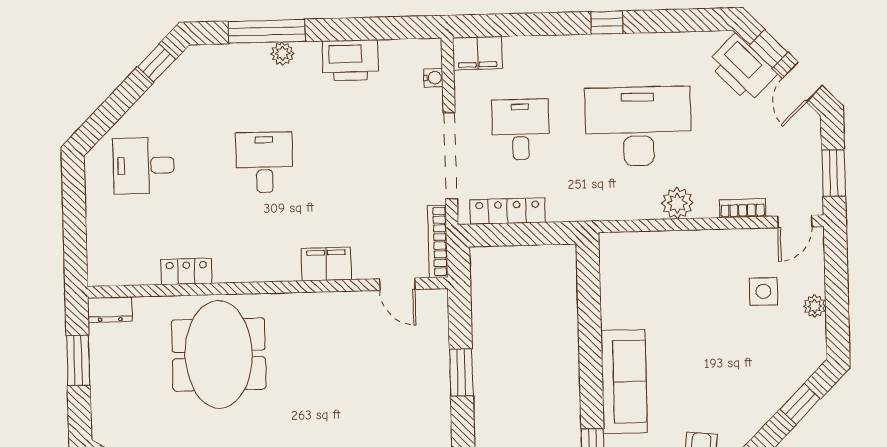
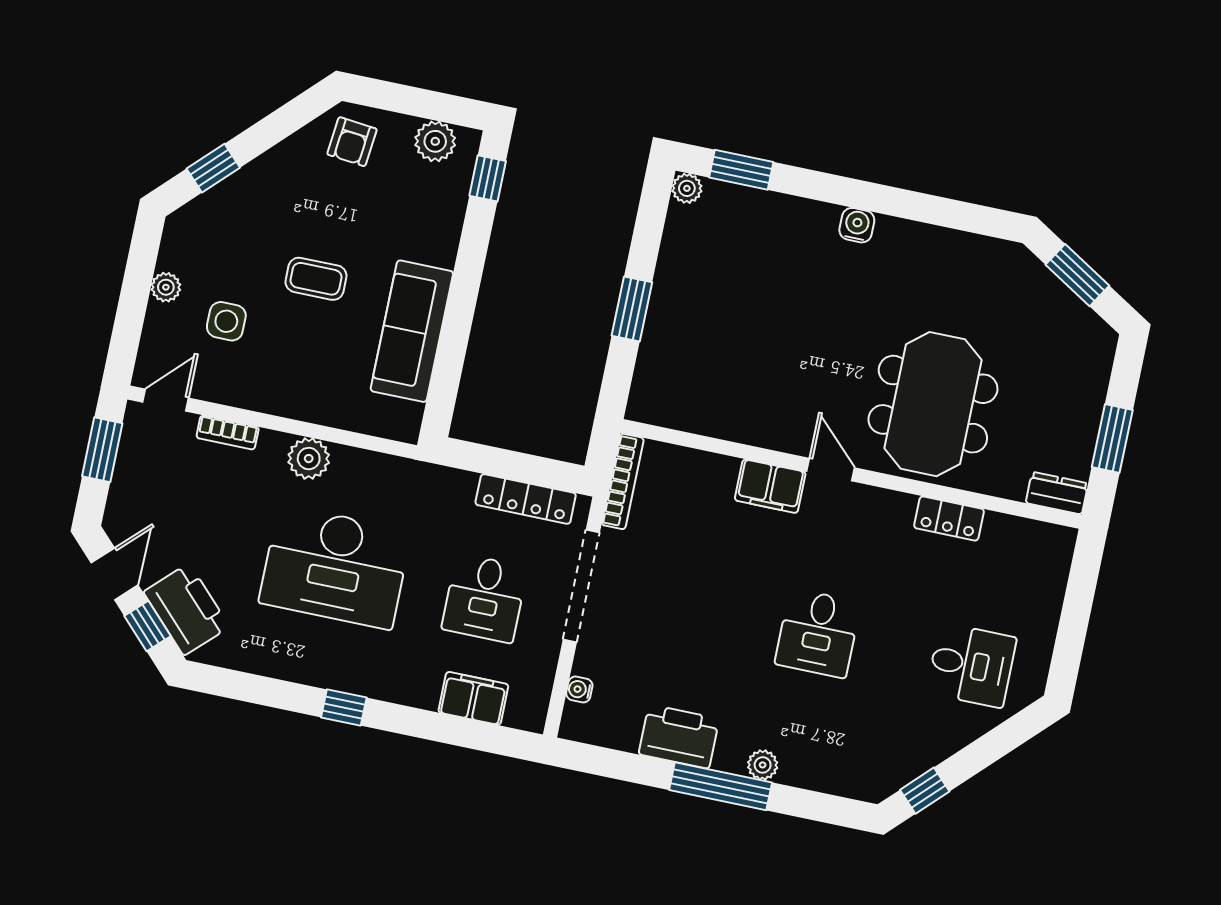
window: (267, 31) -> (721, 786), moved
filing cabinet: (477, 53) -> (473, 698), moved
door: (397, 284) -> (831, 470), moved
coffee table: (704, 339) -> (316, 279), added
sofa: (624, 382) -> (412, 331), moved

